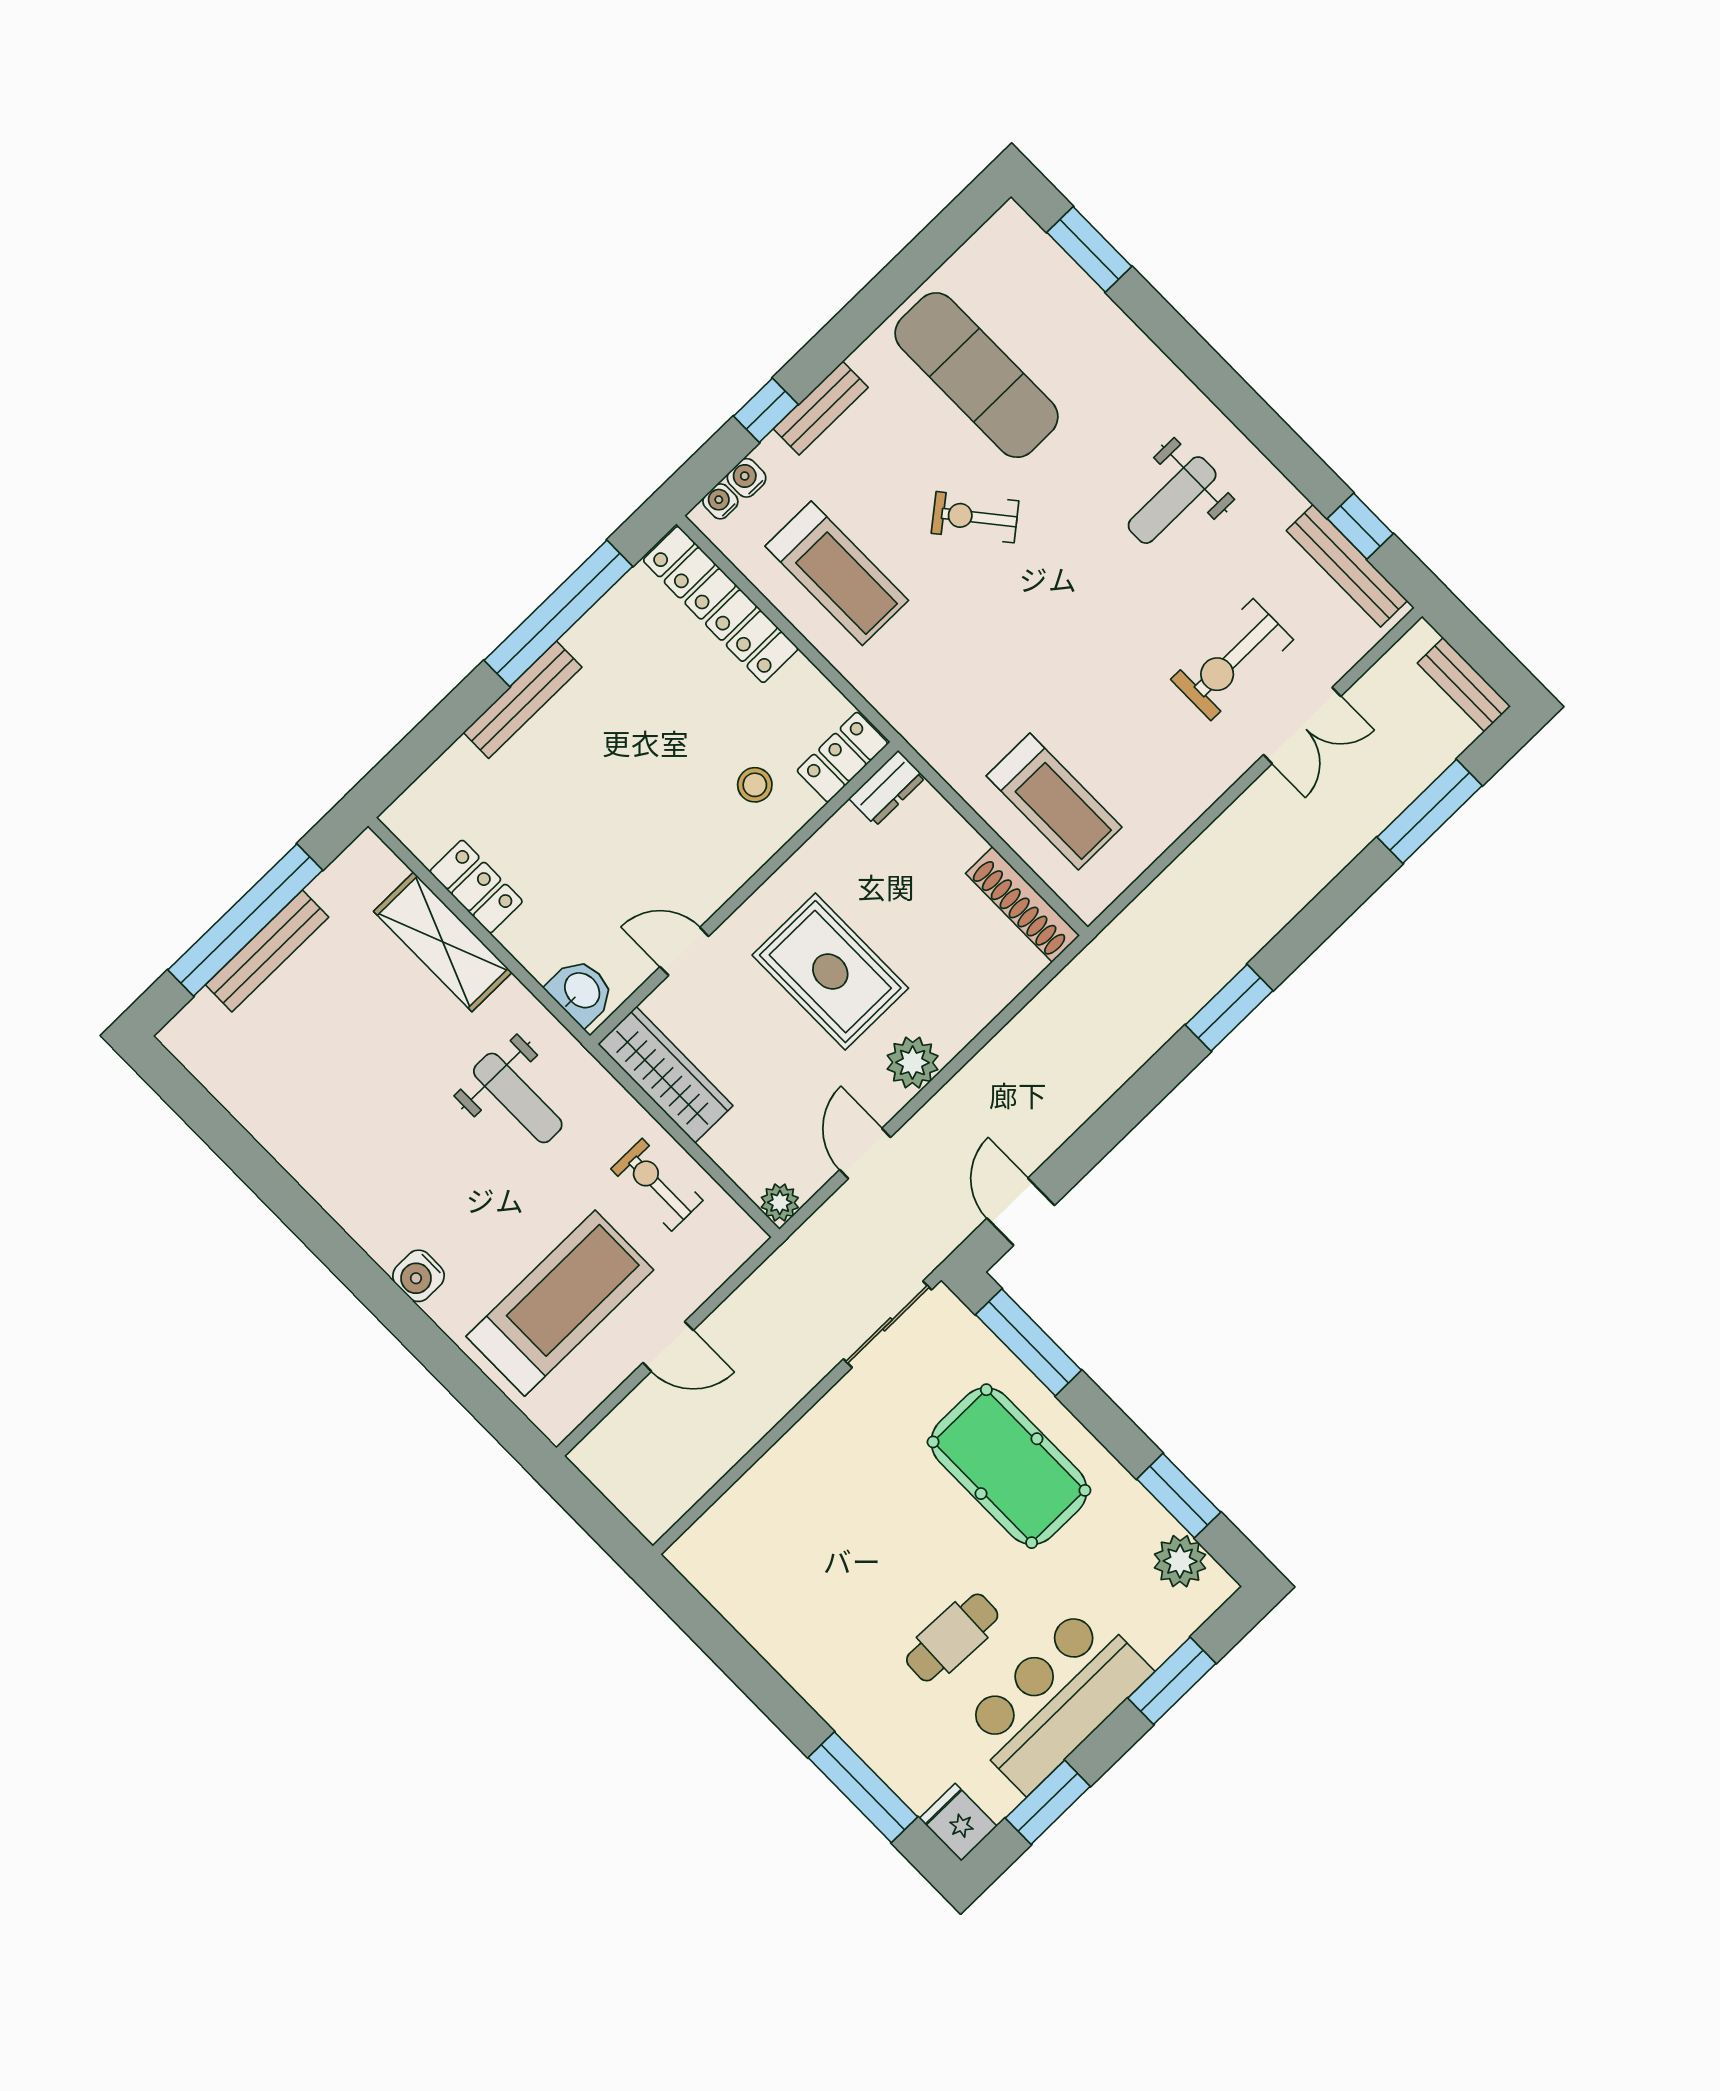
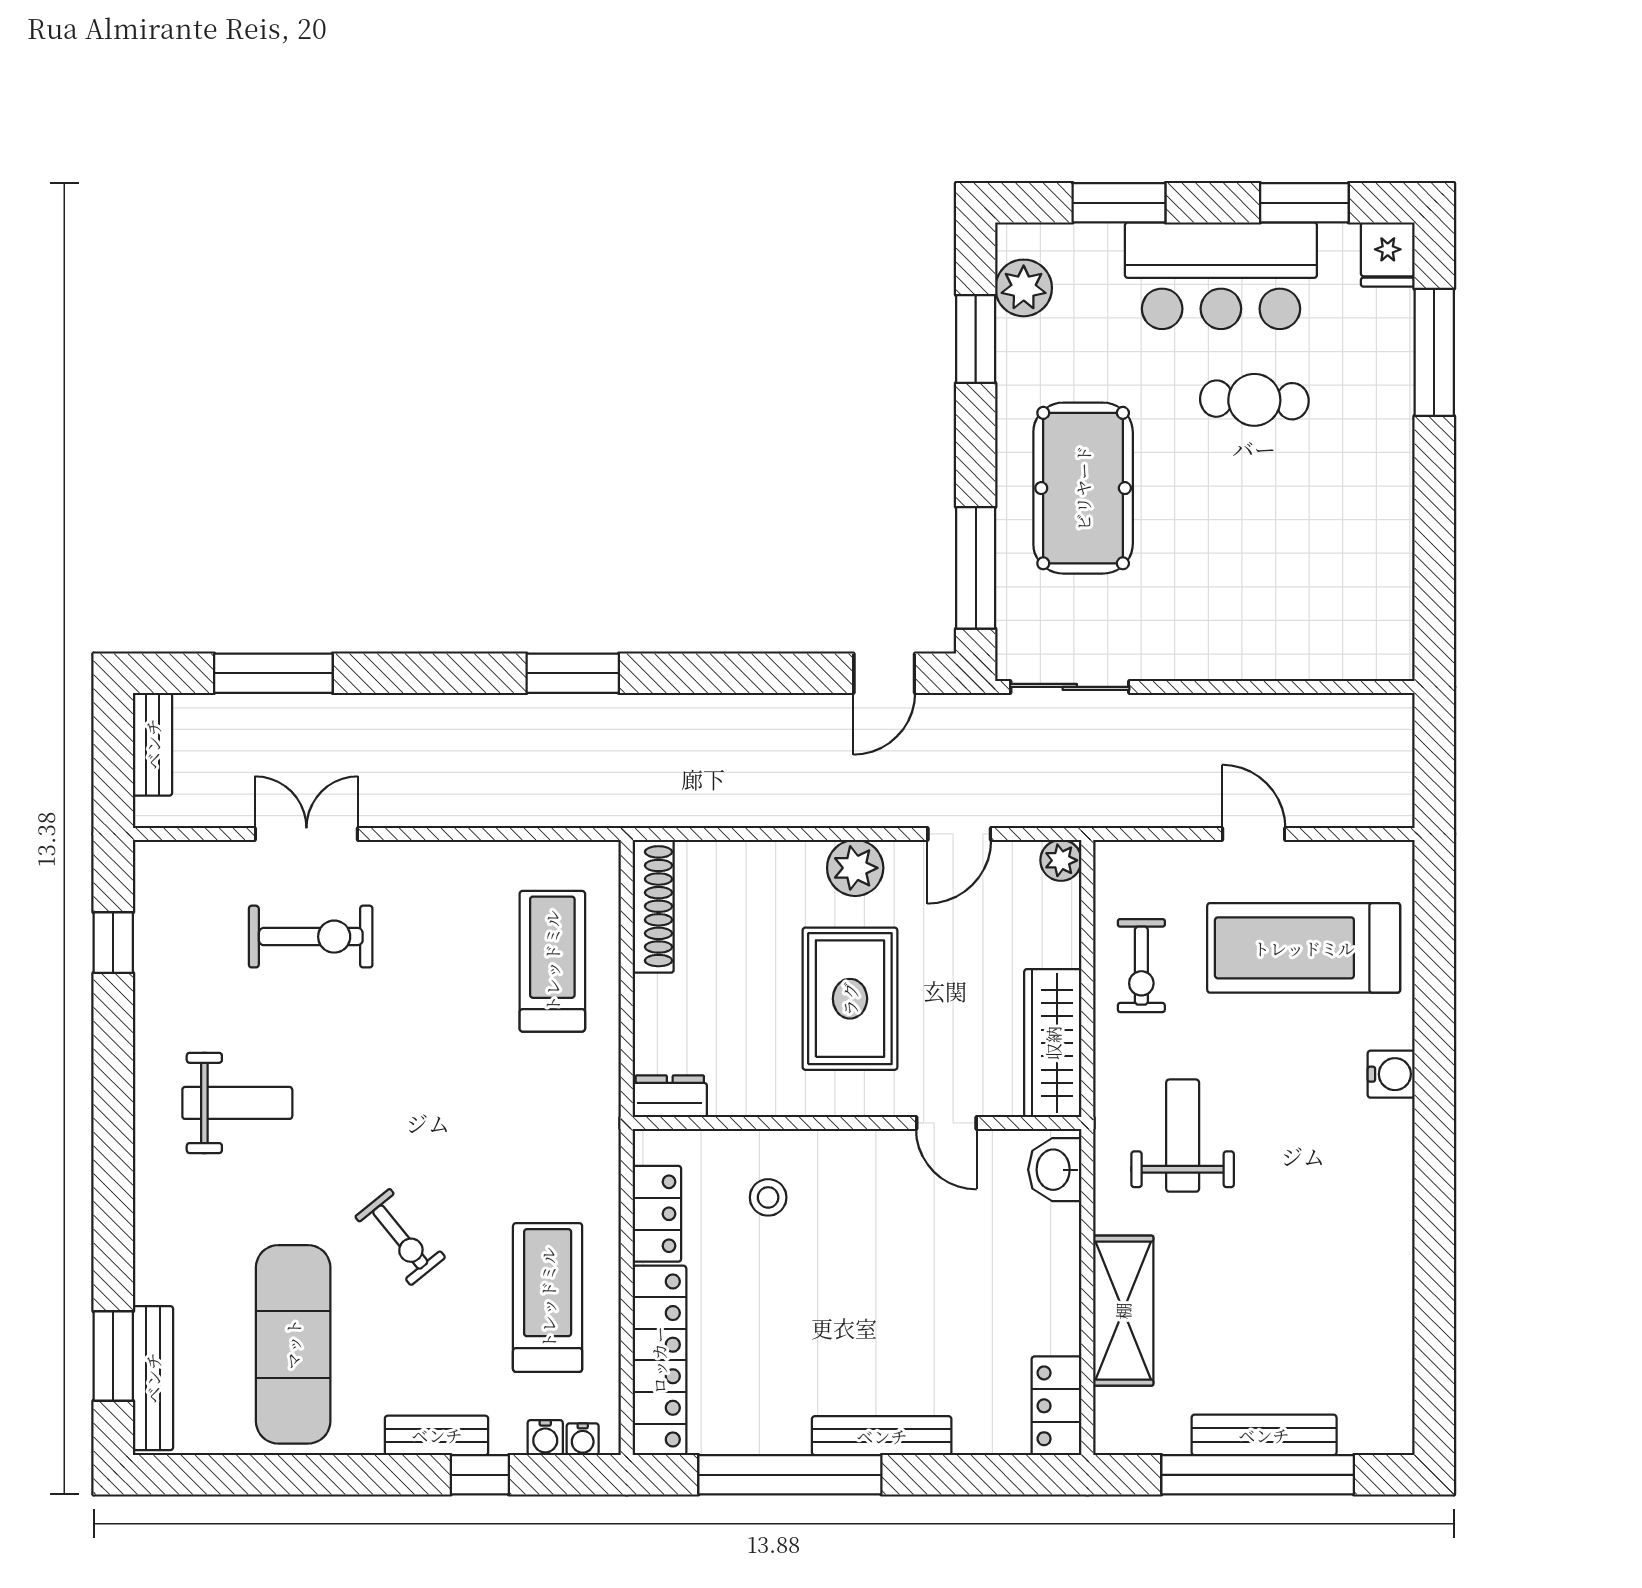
bench: (1347, 566) -> (153, 1378), moved
locker: (842, 757) -> (657, 1214), moved, turned -90
locker: (476, 887) -> (1057, 1406), moved

